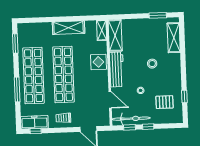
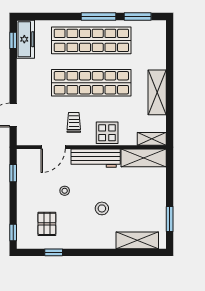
window: (17, 90) -> (98, 16), moved
trolley: (63, 118) -> (74, 122), moved
bicycle: (131, 119) -> (25, 176), removed
window: (148, 127) -> (13, 233), moved

